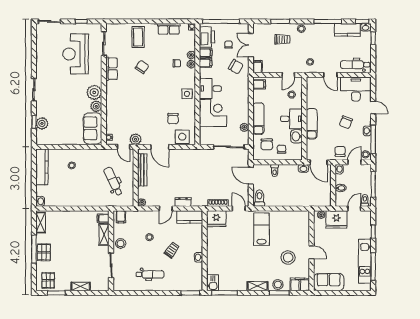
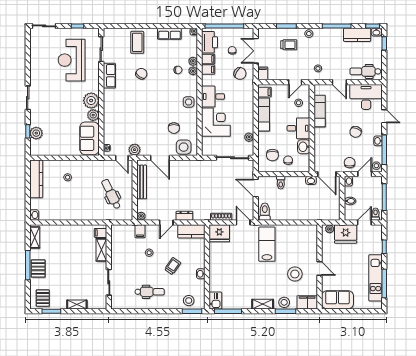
exam couch: (258, 119) -> (264, 114), moved
exam couch: (312, 124) -> (320, 111), moved
filing cabinet: (121, 217) -> (140, 231), moved
stool: (121, 243) -> (189, 301), moved

